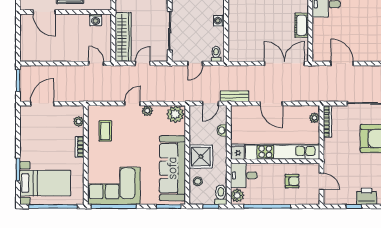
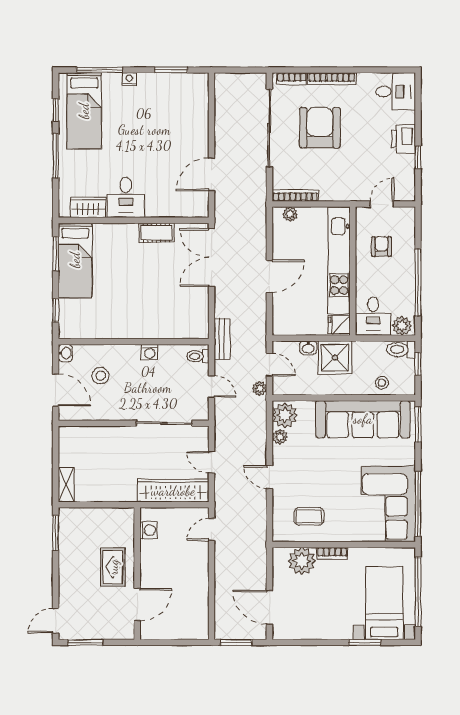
bench: (234, 96) -> (222, 339), moved
plant: (194, 97) -> (259, 388), added
plant: (147, 111) -> (280, 437), moved
plant: (79, 121) -> (302, 561), width x1.87, depth x1.87
shower: (201, 157) -> (335, 358), moved

